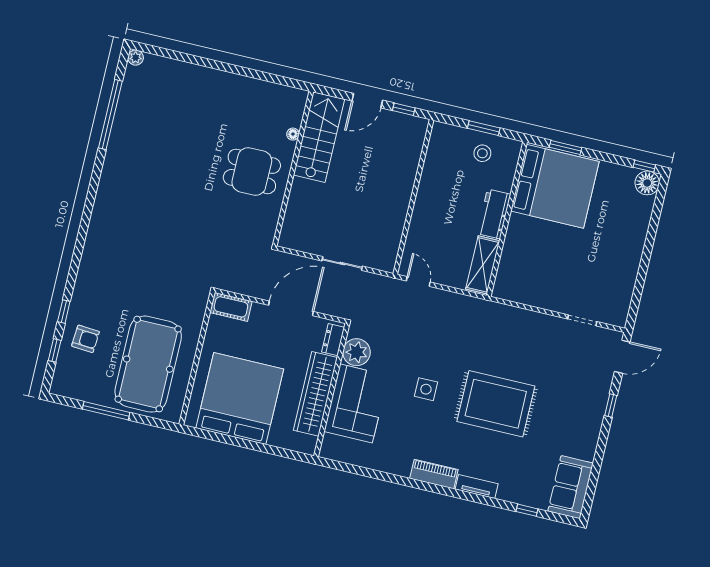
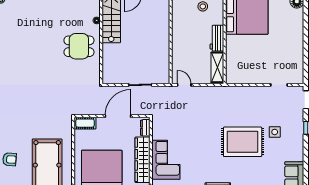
plant: (357, 352) -> (160, 132), removed
side table: (426, 389) -> (275, 132), moved

